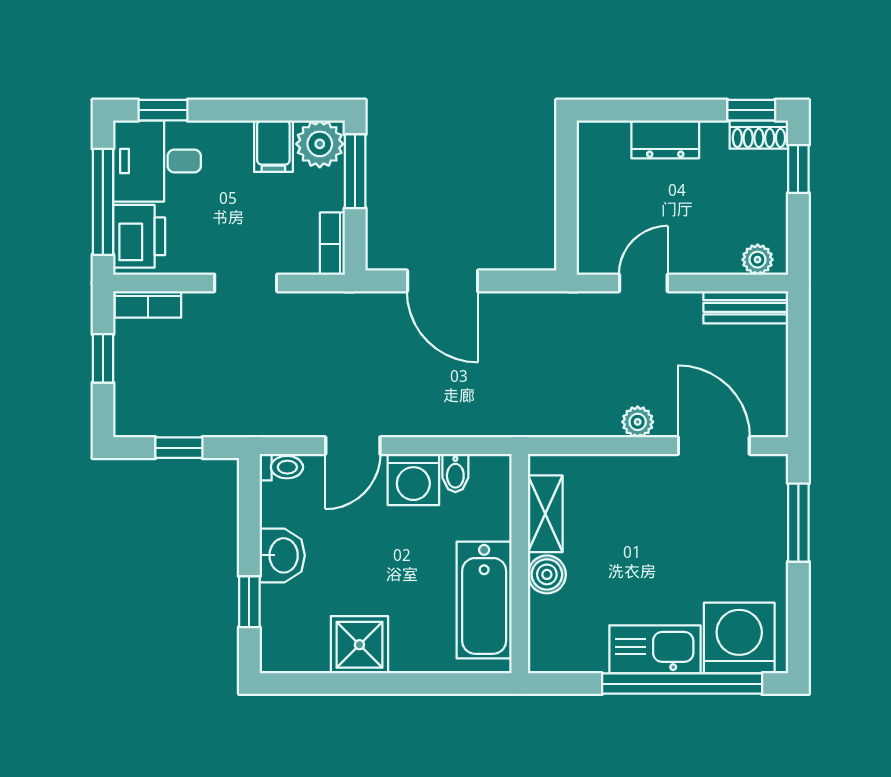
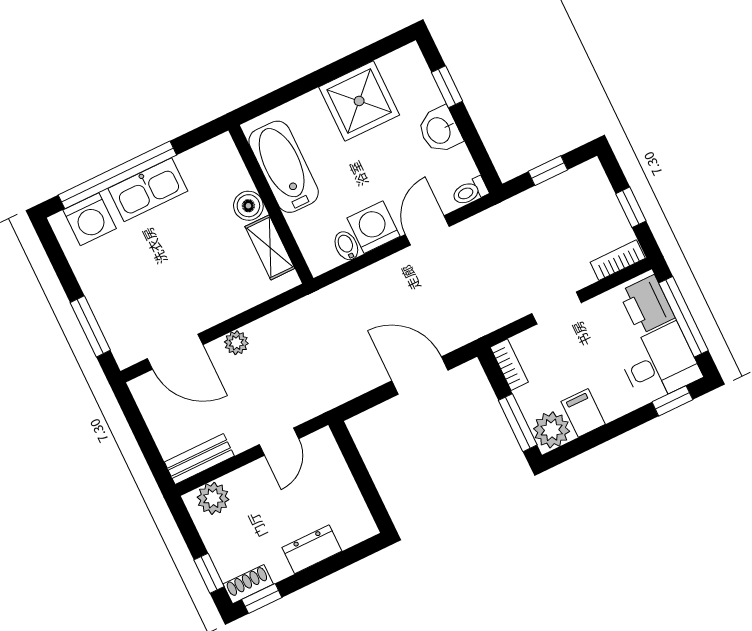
plant: (758, 260) -> (213, 498), width x1.38, depth x1.38
washing machine: (739, 638) -> (90, 219), width x0.73, depth x0.73
shower: (359, 645) -> (359, 101), width x1.36, depth x1.36

